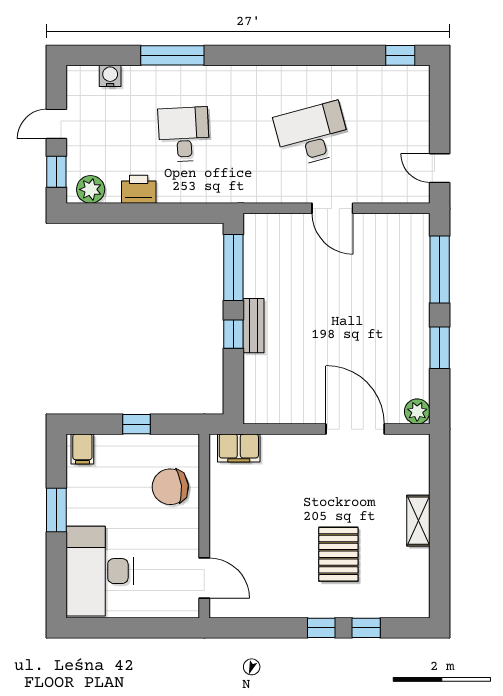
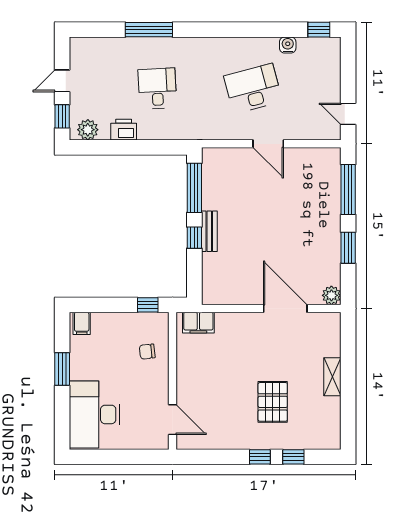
water cooler: (110, 76) -> (288, 45), moved
window: (136, 424) -> (148, 305), moved
chair: (170, 487) -> (147, 352), width x0.54, depth x0.54

